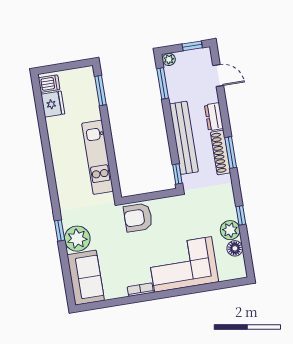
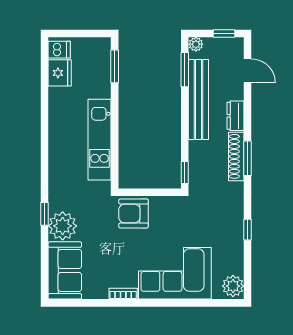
bench: (184, 138) -> (198, 99), moved
plant: (230, 230) -> (233, 286), moved
floor lamp: (235, 248) -> (235, 265), removed

